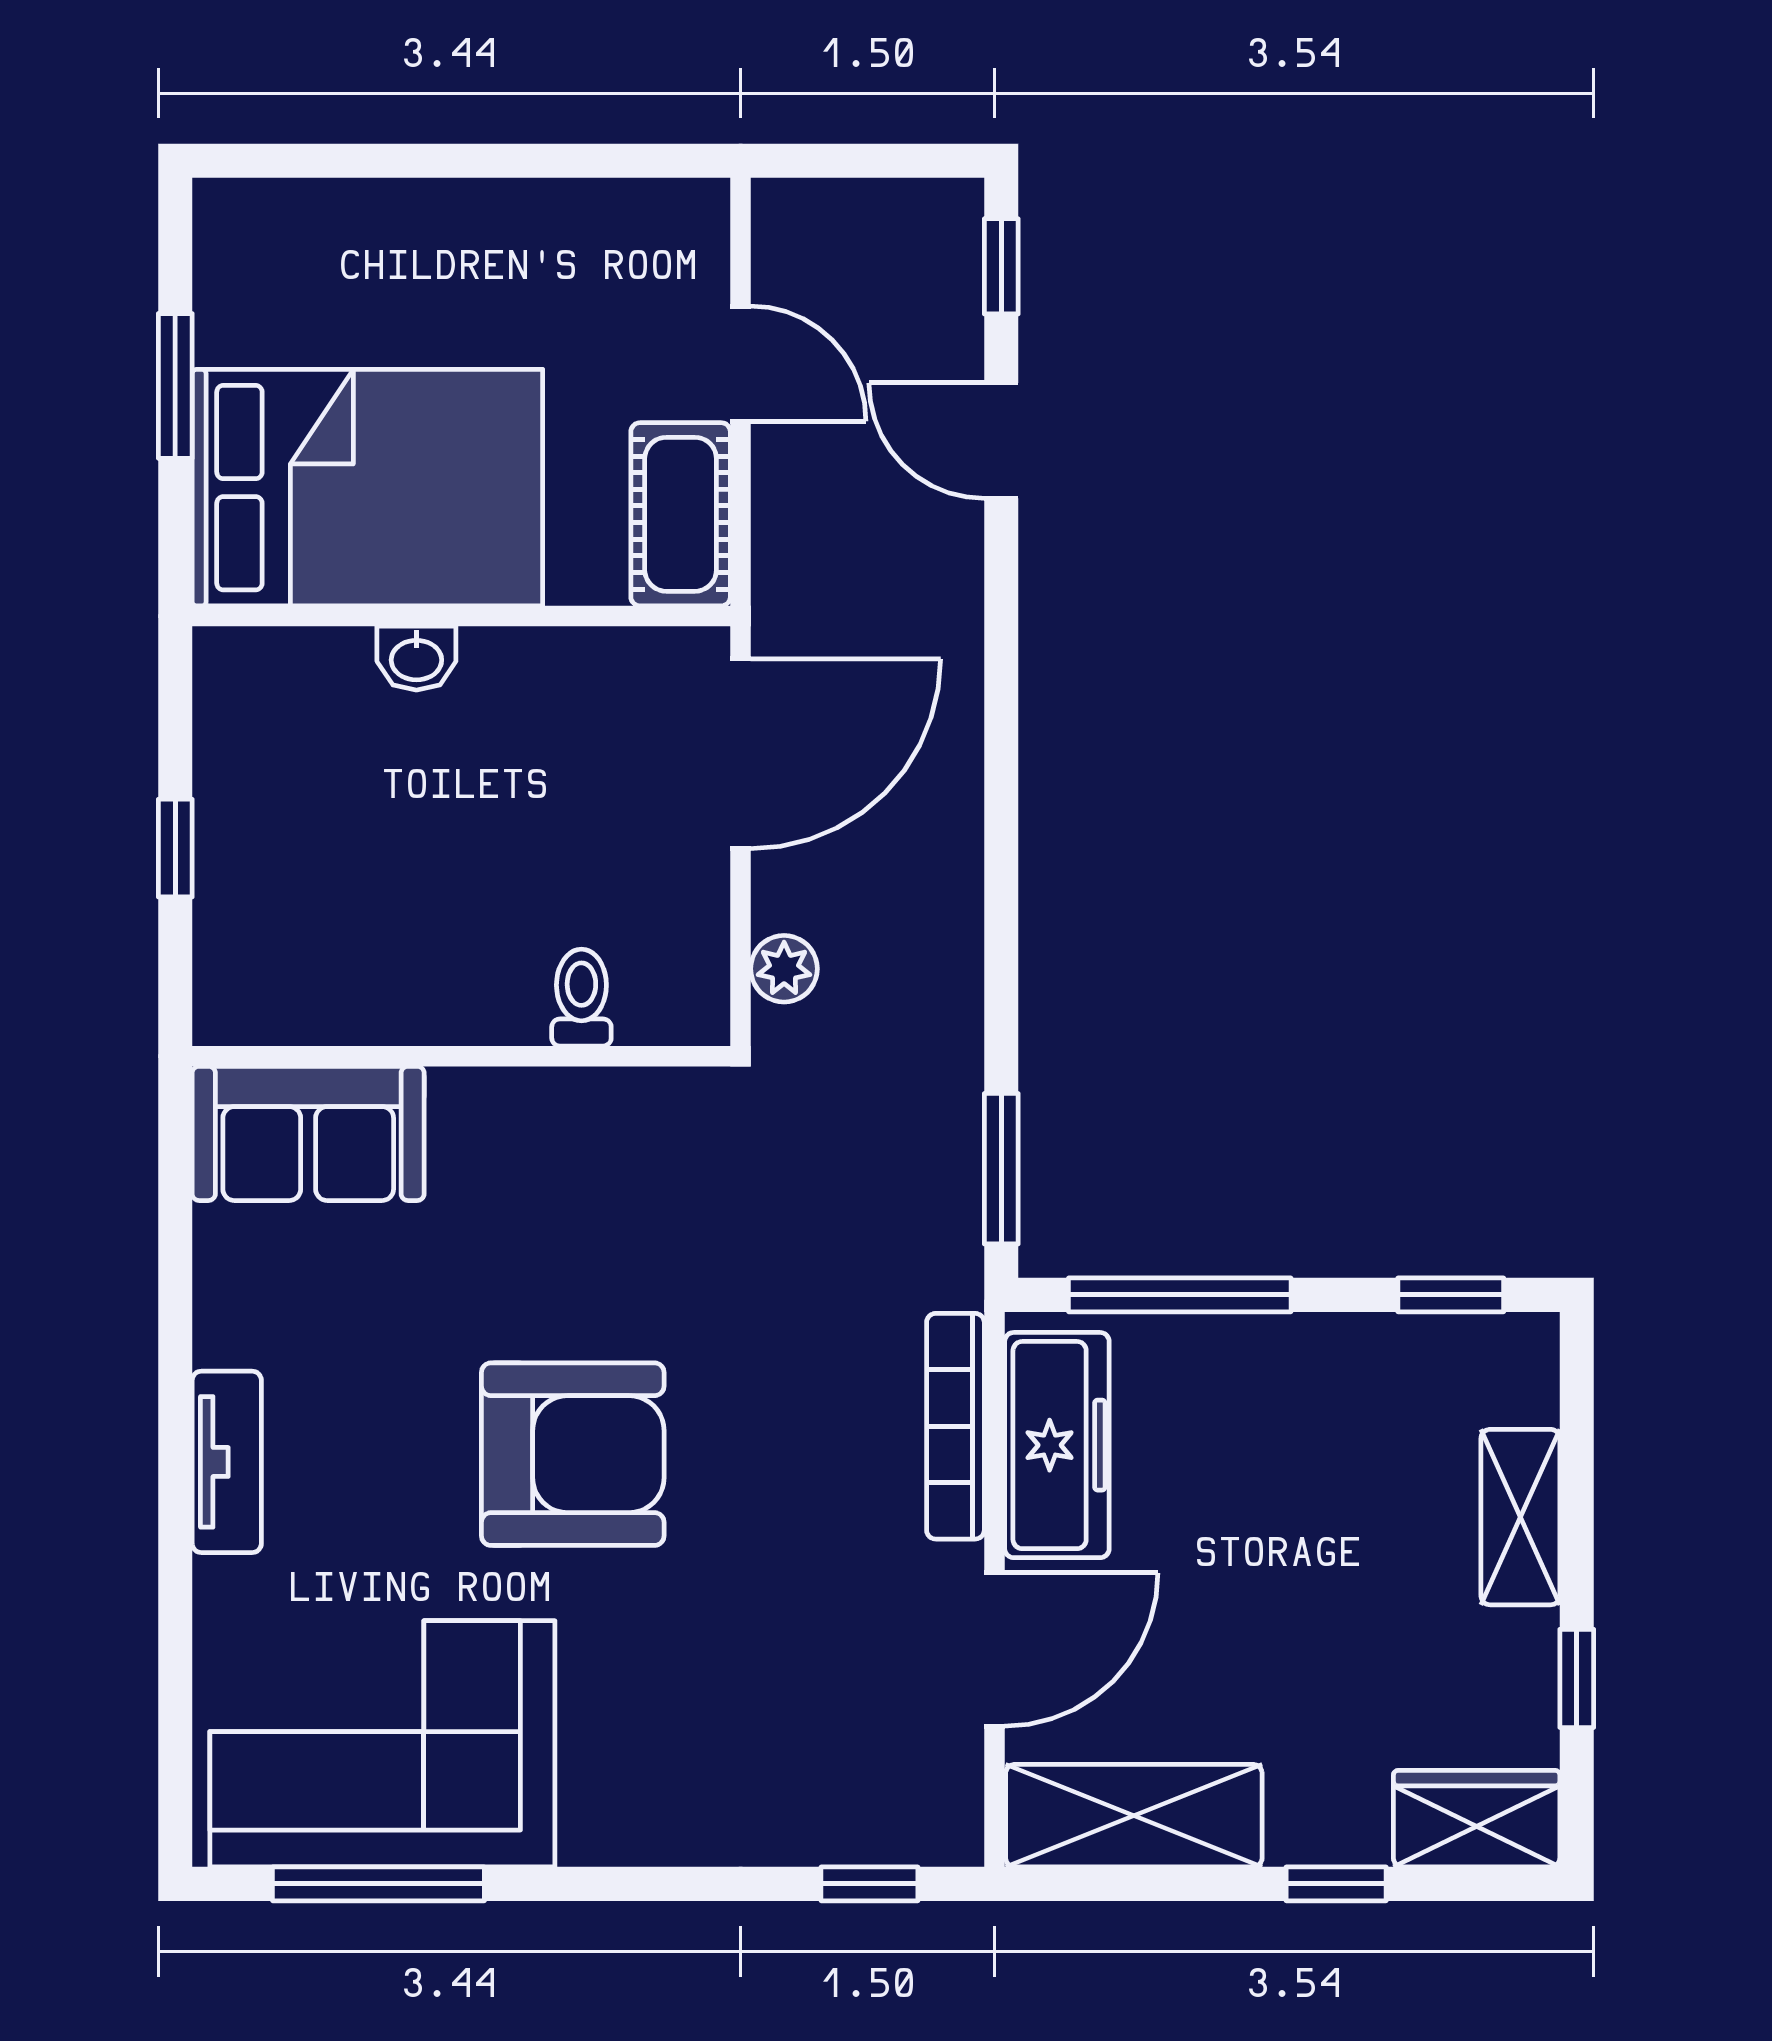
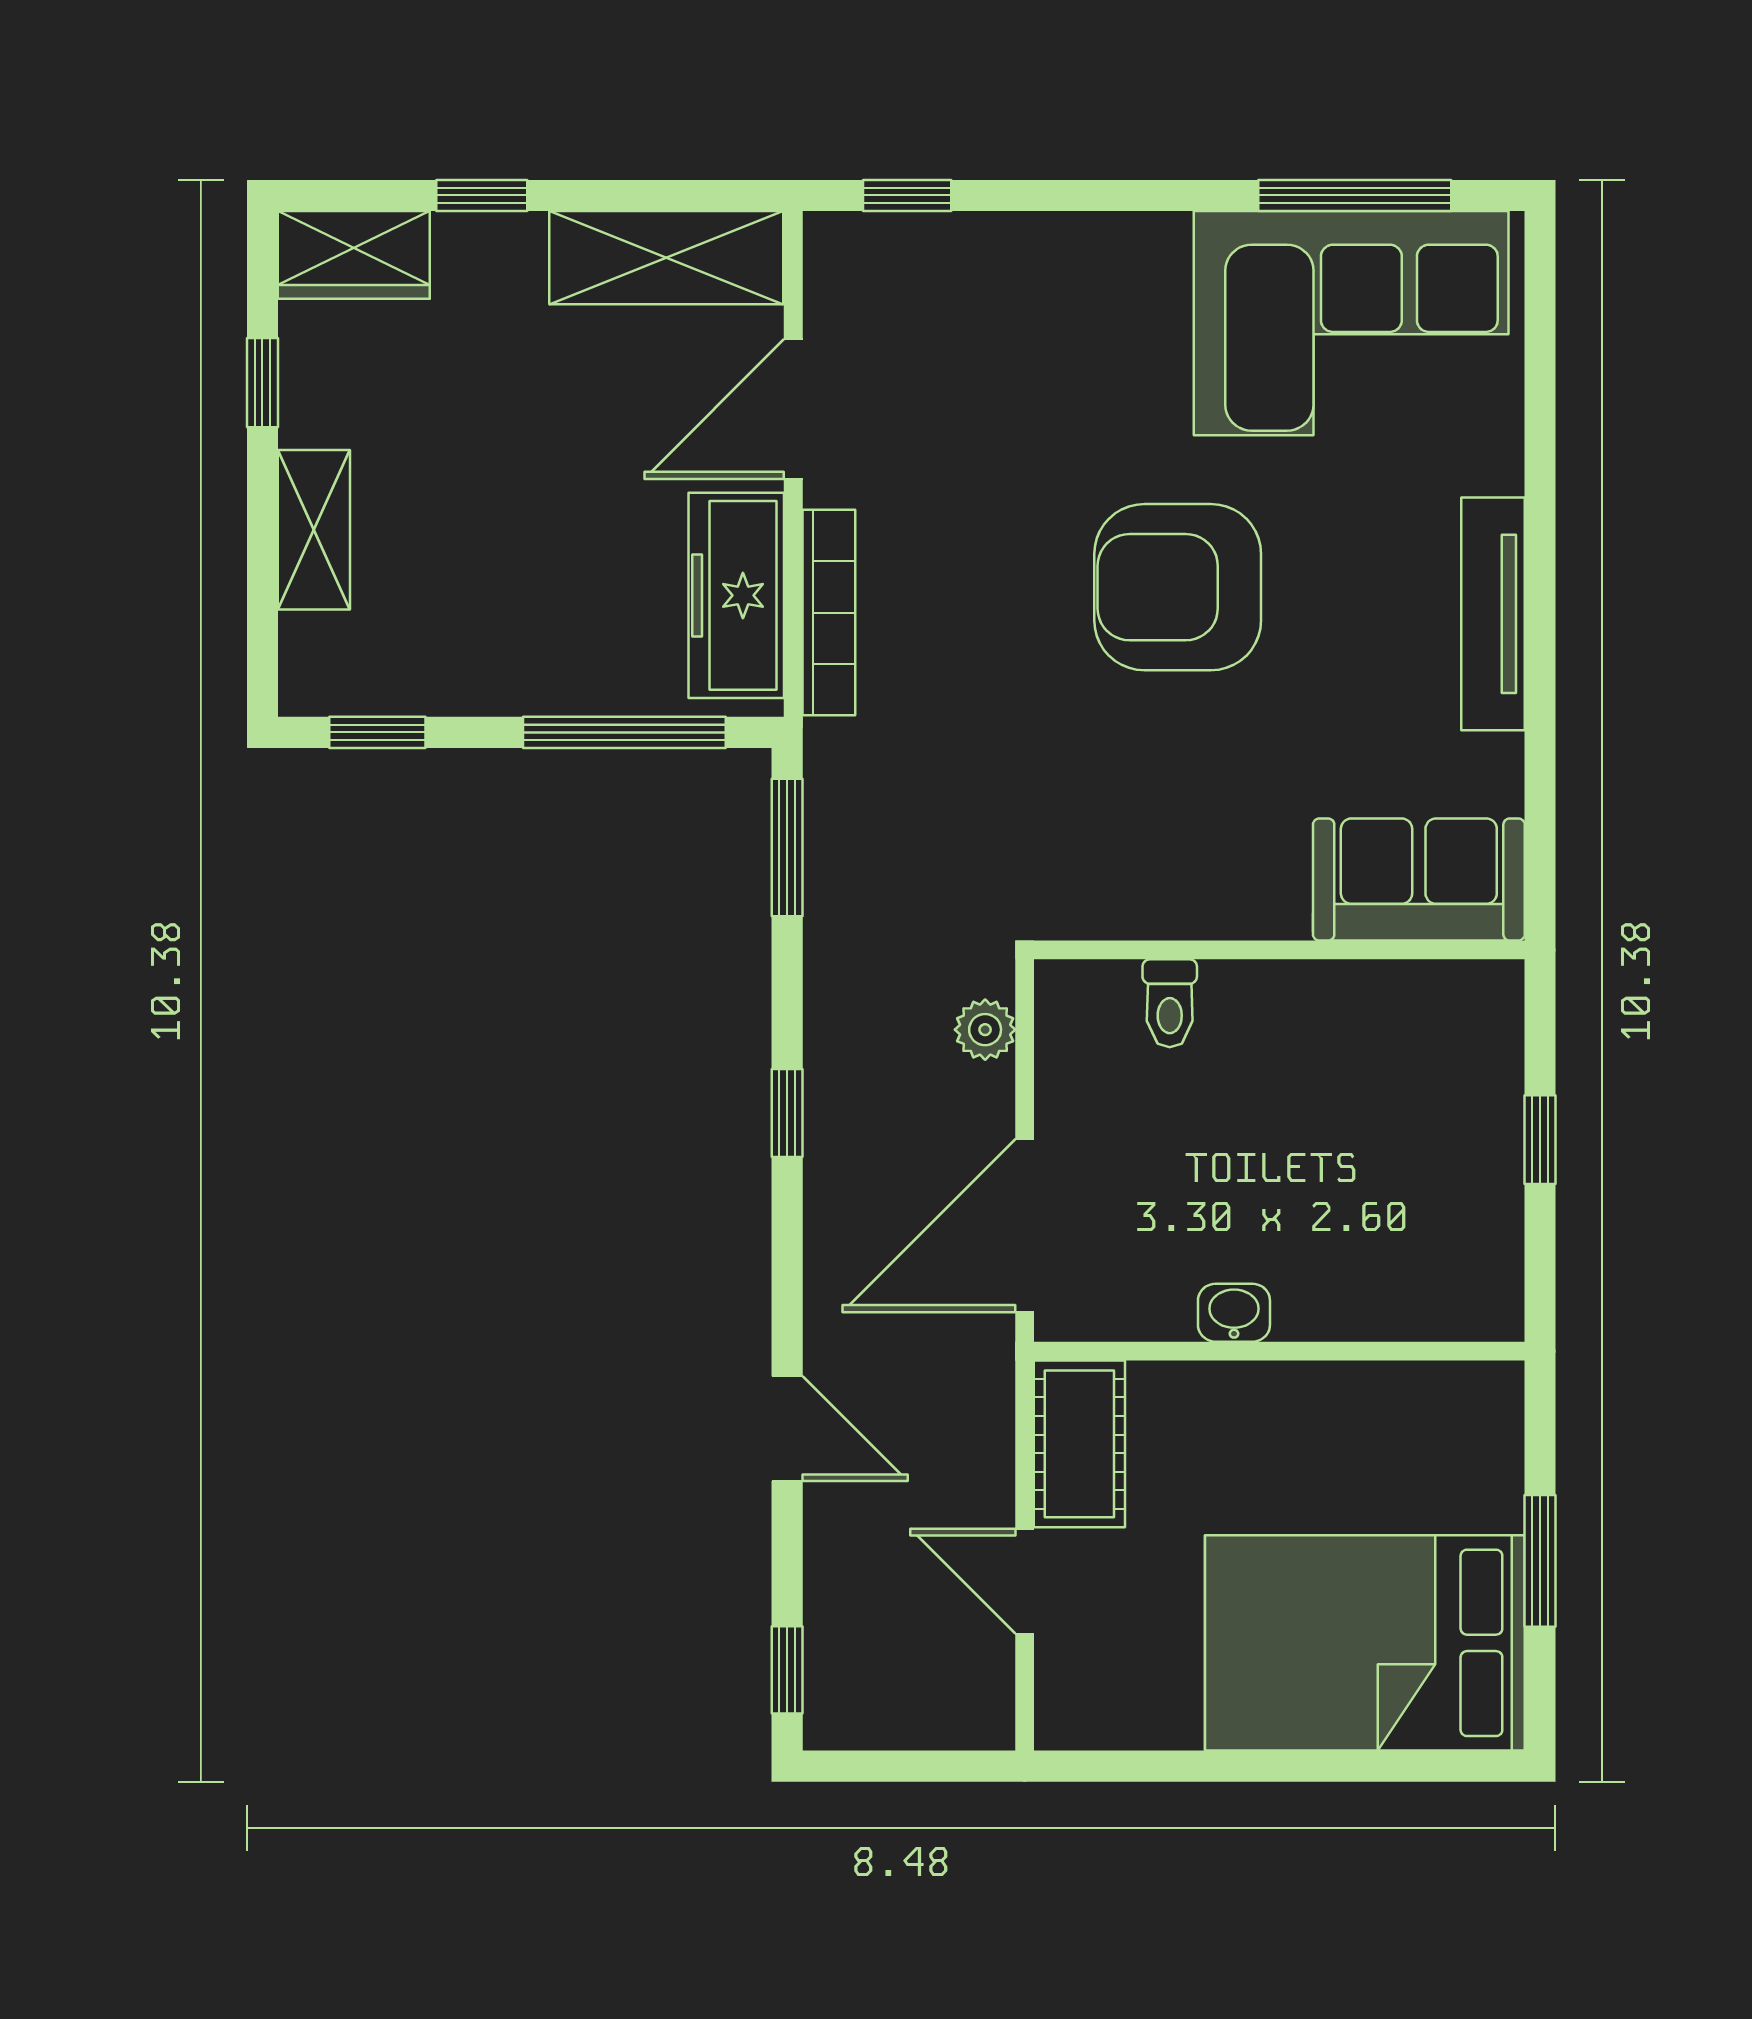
door: (1001, 441) -> (787, 1429), moved
bed: (367, 488) -> (1365, 1643), moved
washbasin: (416, 658) -> (1234, 1313), moved
window: (1001, 877) -> (787, 1113), added
tv unit: (227, 1462) -> (1493, 614), width x1.41

